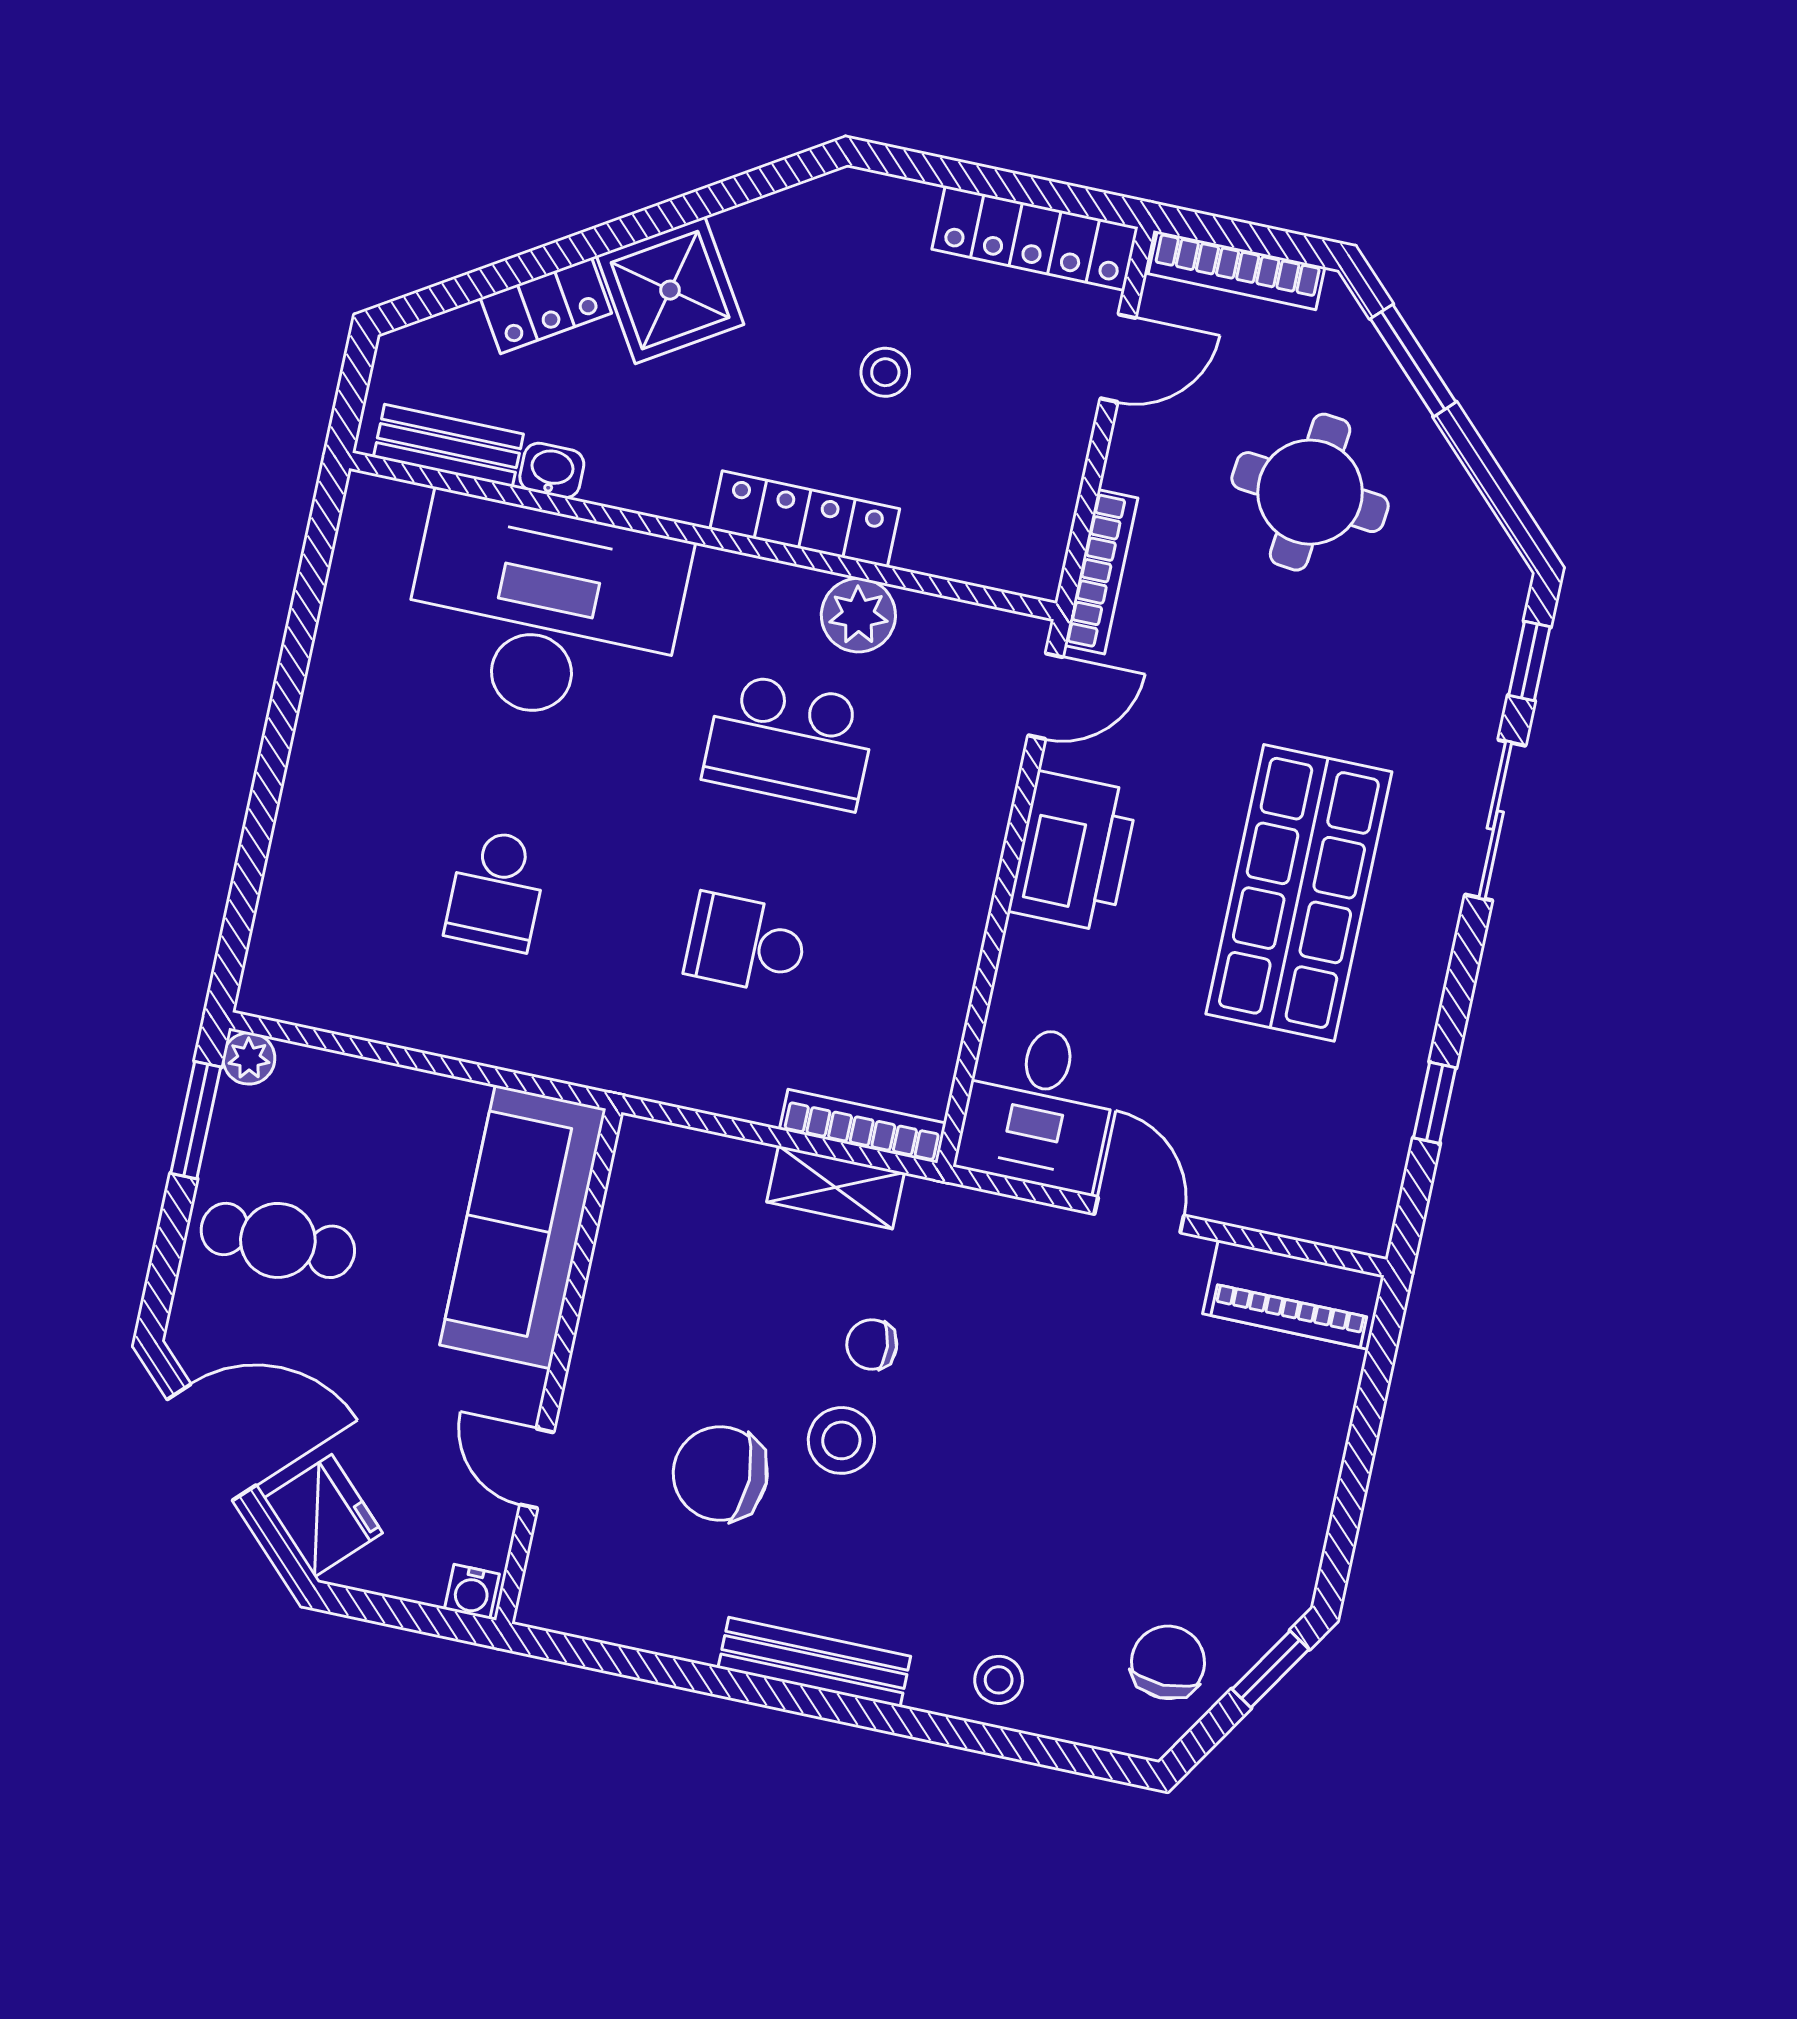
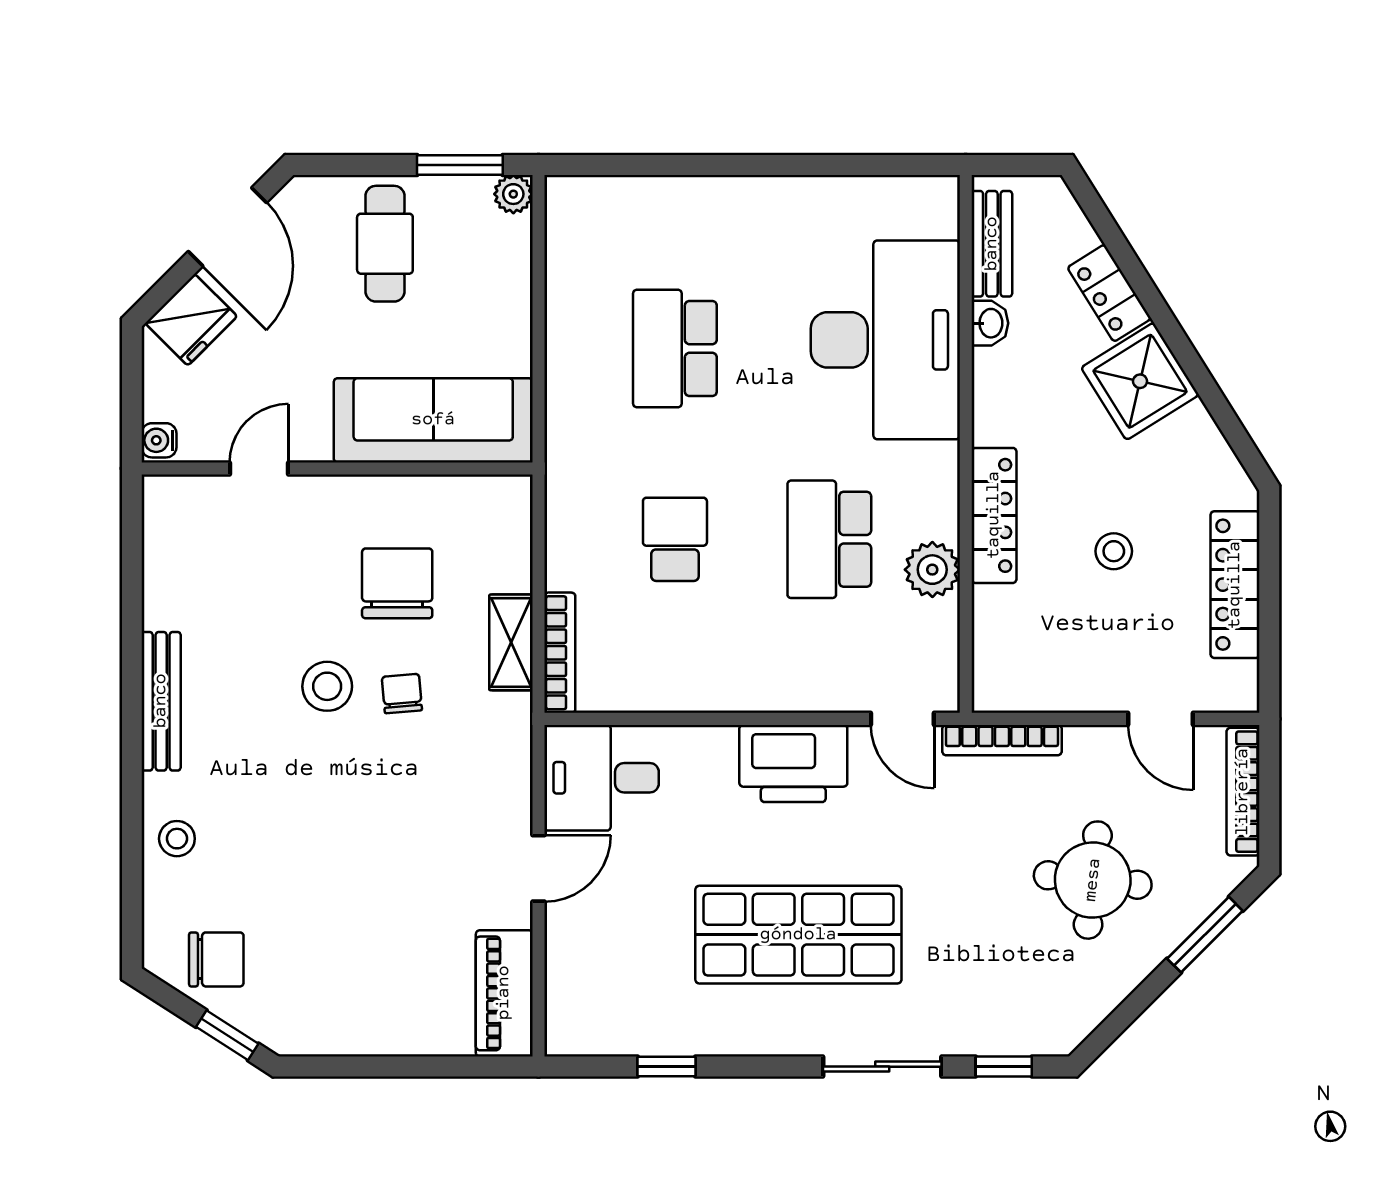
locker: (1035, 238) -> (1235, 585), moved
school desk: (497, 890) -> (675, 349), width x1.85
chair: (720, 1474) -> (397, 583), moved

